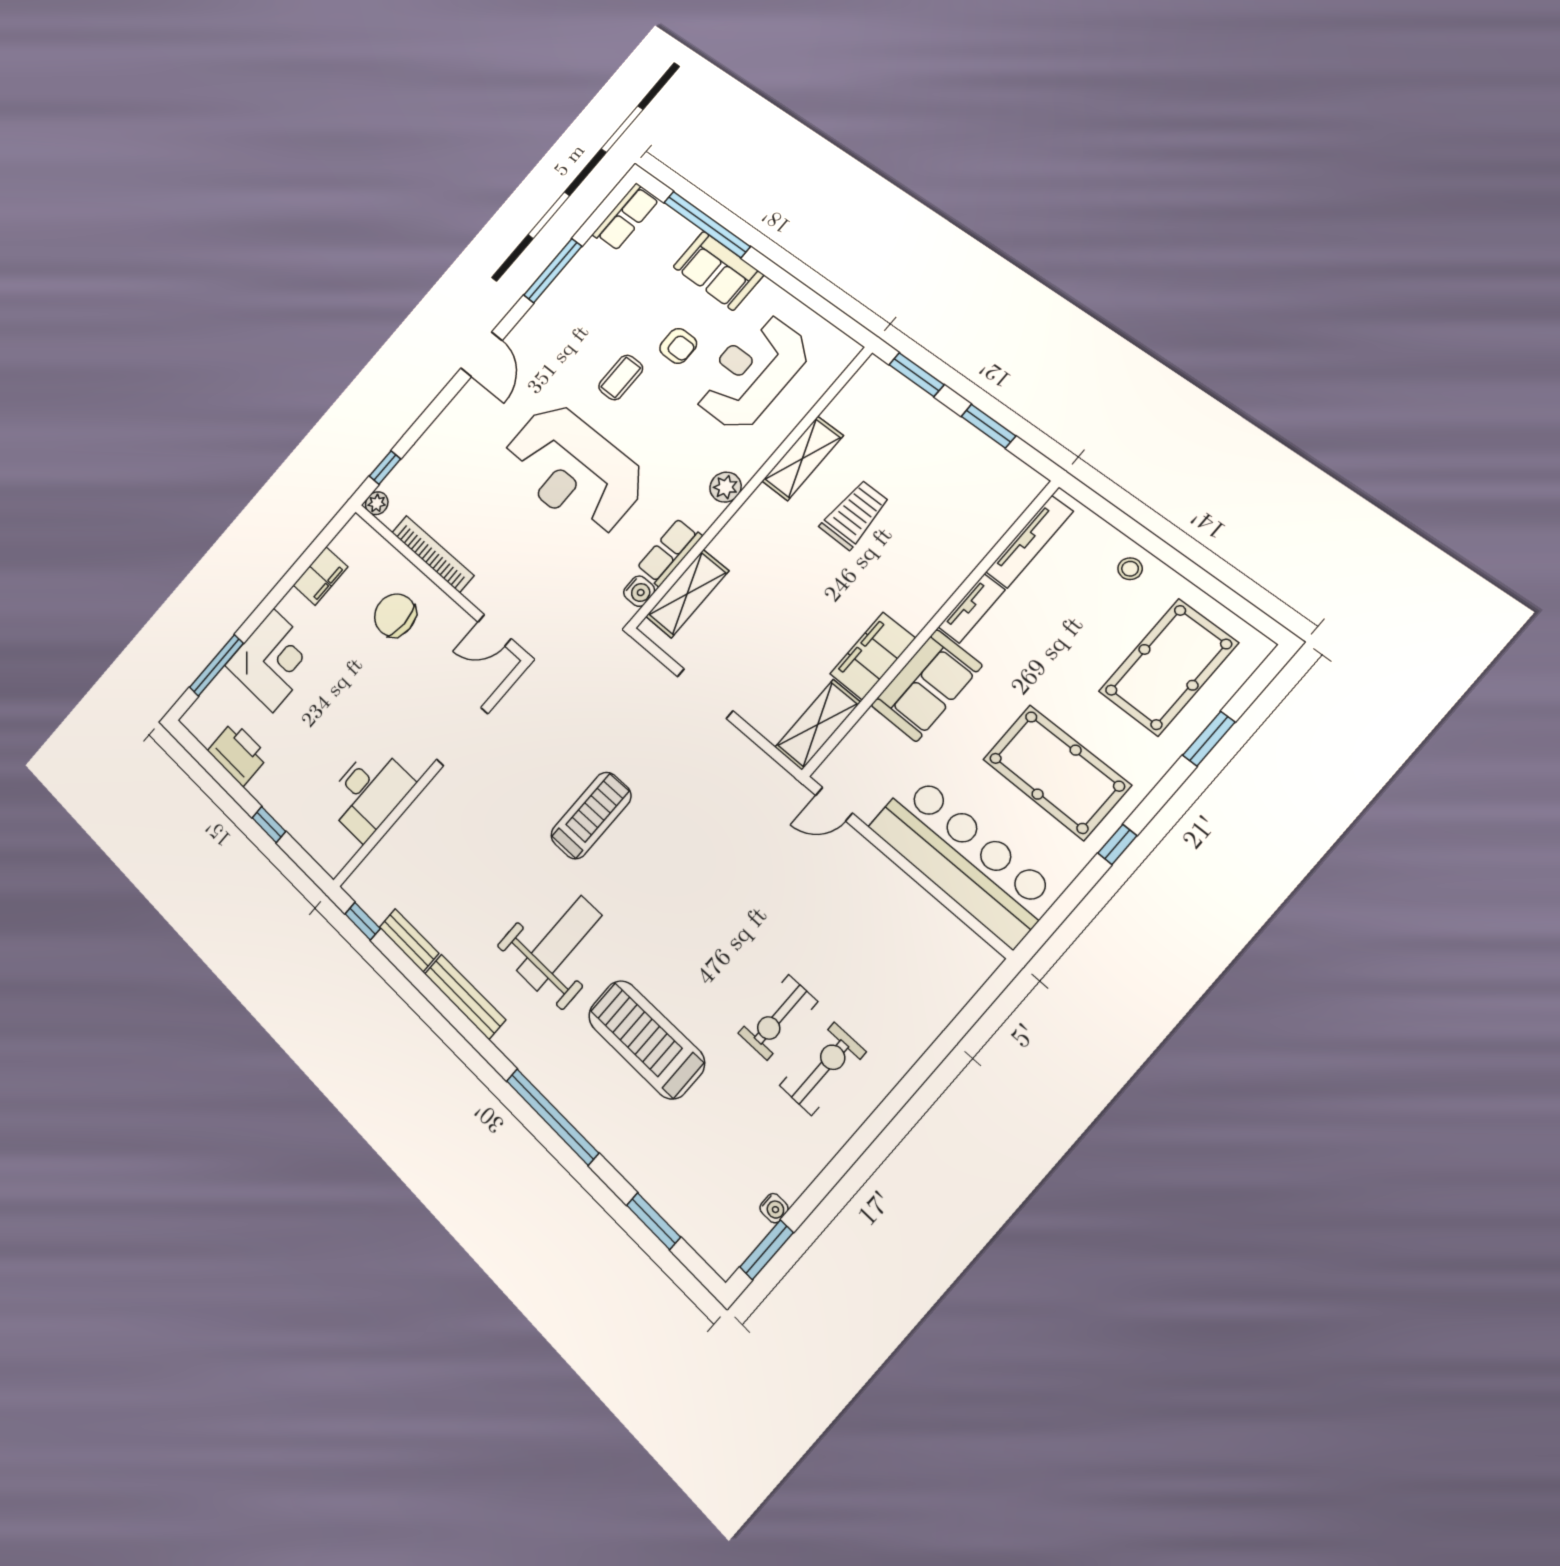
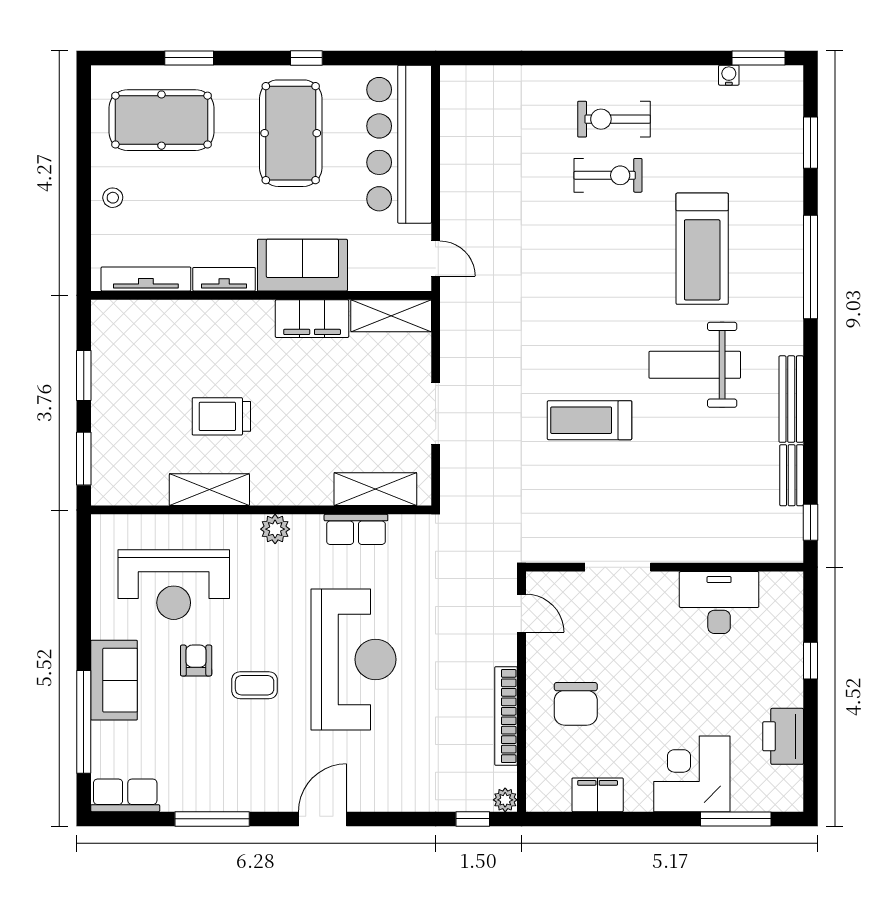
water cooler: (639, 591) -> (403, 527), removed

